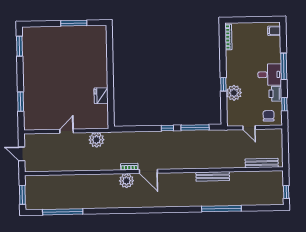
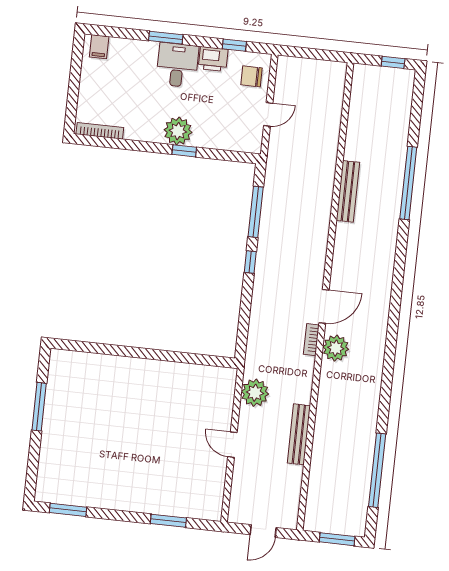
window: (284, 66) -> (166, 38), width x0.69
plant: (234, 93) -> (178, 131), moved
fridge: (101, 96) -> (176, 374), removed
bench: (262, 163) -> (299, 434), moved

